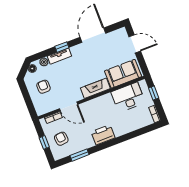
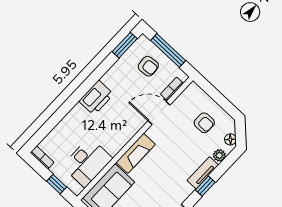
window: (44, 142) -> (168, 51), width x2.17
window: (80, 155) -> (125, 45), moved

